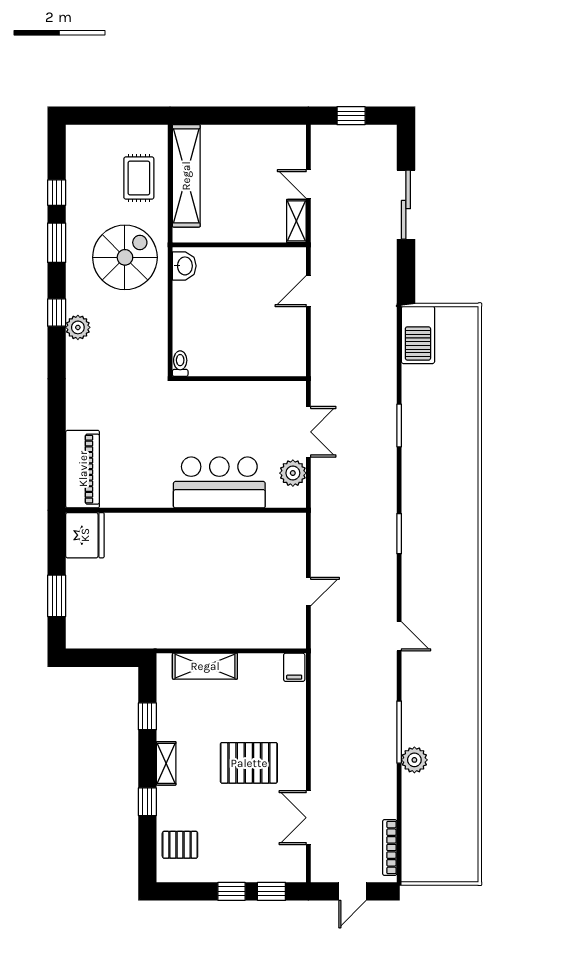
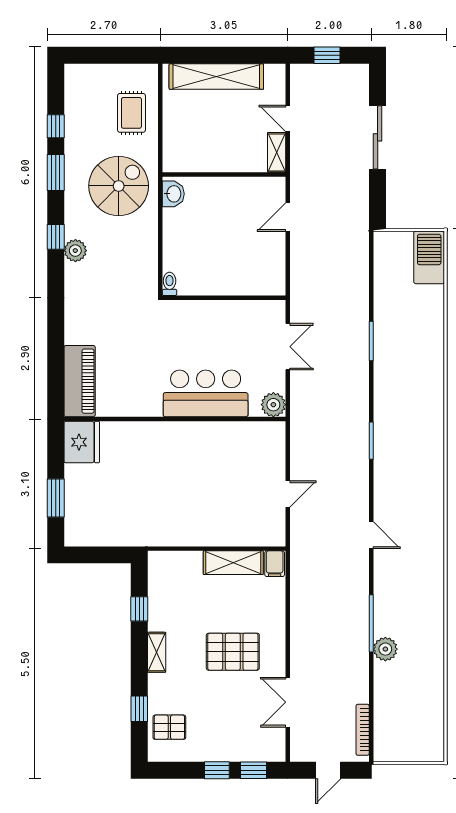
shelving: (186, 176) -> (216, 77), moved, turned 90
barbecue: (418, 335) -> (429, 257), moved, turned 180
plant: (293, 473) -> (273, 405), moved
shelving: (205, 666) -> (233, 563), moved
window: (147, 802) -> (139, 709), moved

